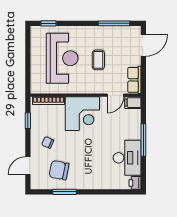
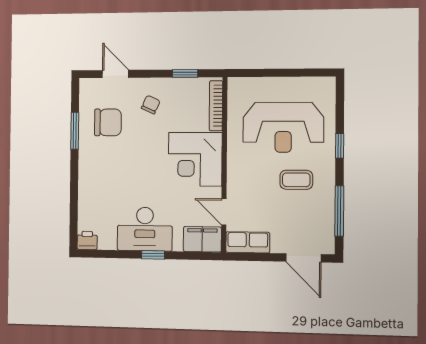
window: (48, 23) -> (340, 146), moved
coffee table: (98, 60) -> (296, 180), moved
filing cabinet: (133, 103) -> (202, 239), width x2.00
window: (143, 140) -> (153, 255), width x0.46
desk: (127, 158) -> (145, 229), moved
chair: (59, 170) -> (108, 122), turned 79

